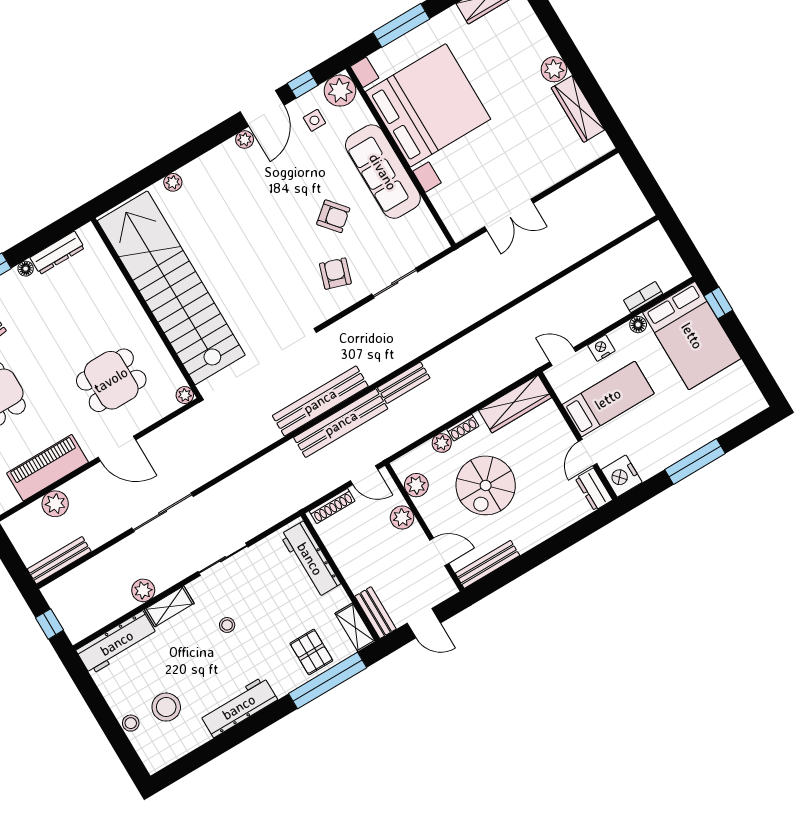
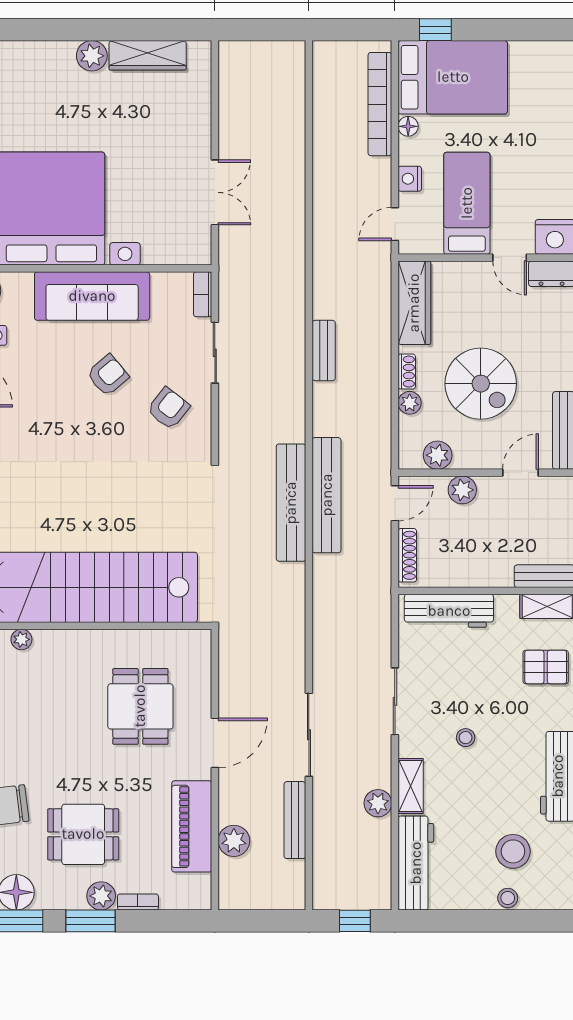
bookcase: (431, 249) -> (203, 294), added
armchair: (335, 274) -> (168, 408), turned 110
bookcase: (643, 297) -> (380, 104), width x2.31, depth x1.31
bench: (404, 383) -> (324, 351), moved
plant: (185, 395) -> (21, 639), moved
bench: (59, 560) -> (295, 820), moved

